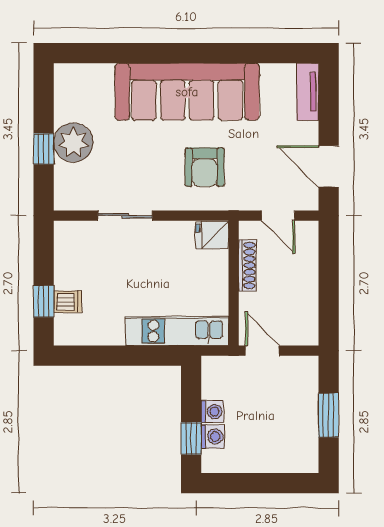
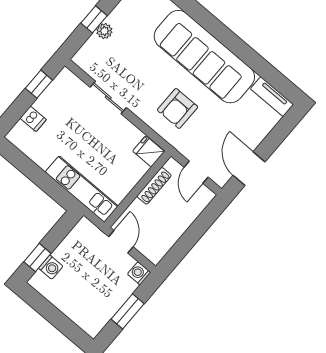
tv unit: (308, 92) -> (272, 97), moved, turned -90
plant: (73, 143) -> (104, 31), width x0.53, depth x0.53
window: (44, 301) -> (39, 84), moved
washing machine: (212, 412) -> (139, 273), moved, turned 180

